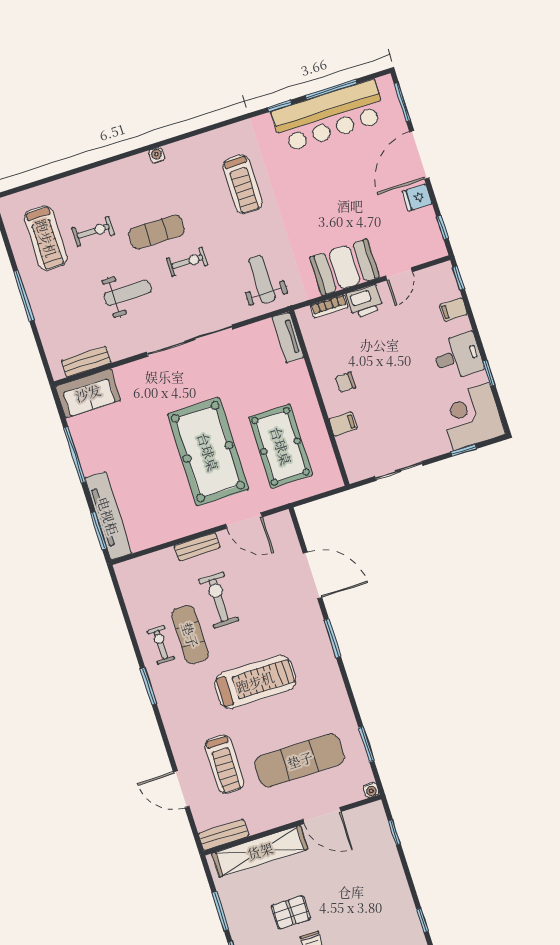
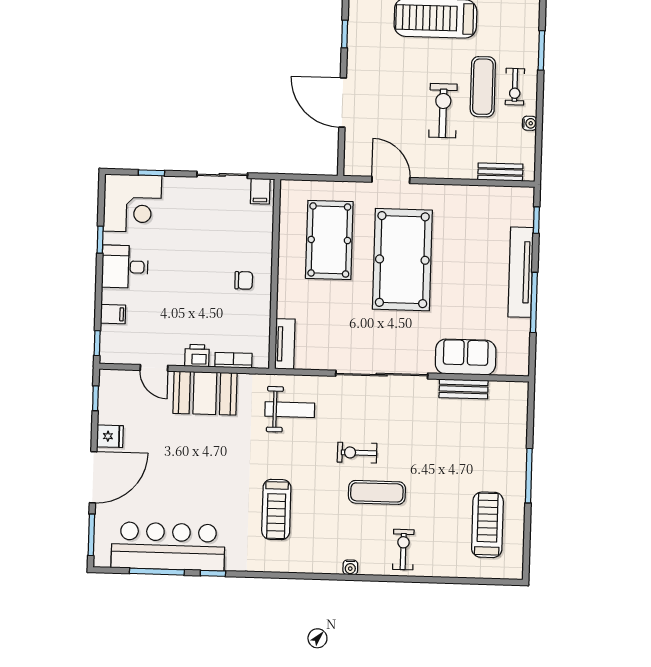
treadmill: (242, 184) -> (276, 509), turned 180
exercise bike: (93, 231) -> (403, 550), moved, turned 90
door: (399, 274) -> (154, 368), swing flipped
weight bench: (262, 279) -> (290, 410), turned -90
weight bench: (128, 293) -> (426, 443), removed
printer: (365, 301) -> (197, 356), width x0.73, depth x0.81
bench: (86, 362) -> (464, 389), moved
sofa: (88, 393) -> (466, 357), moved
filing cabinet: (343, 424) -> (260, 191), moved, turned -90
tv unit: (108, 516) -> (521, 272), moved
window: (99, 531) -> (536, 220), width x0.67
bench: (197, 547) -> (500, 172), moved
exercise bike: (219, 600) -> (443, 111), turned 180
water cooler: (136, 616) -> (530, 123), added
window: (333, 638) -> (345, 34), width x0.67

